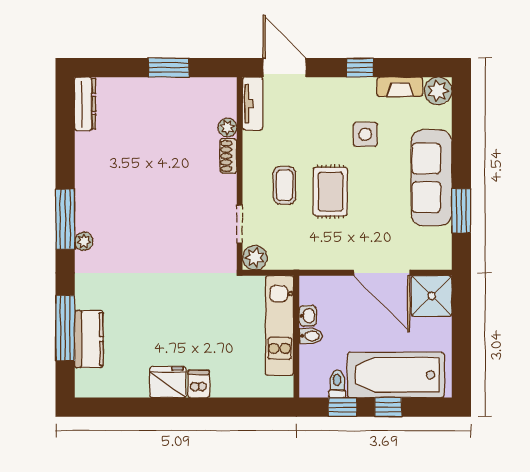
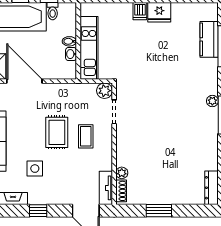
shoe rack: (228, 156) -> (121, 191), moved

